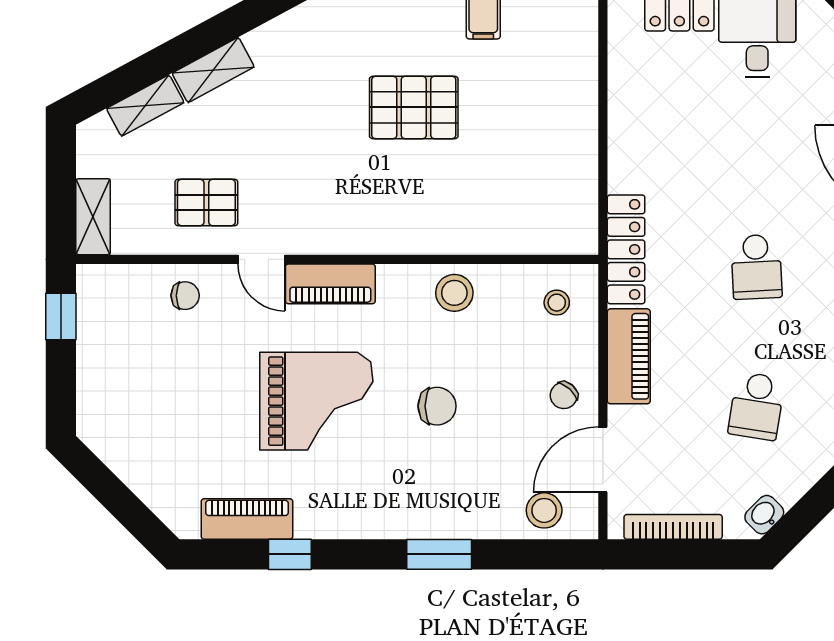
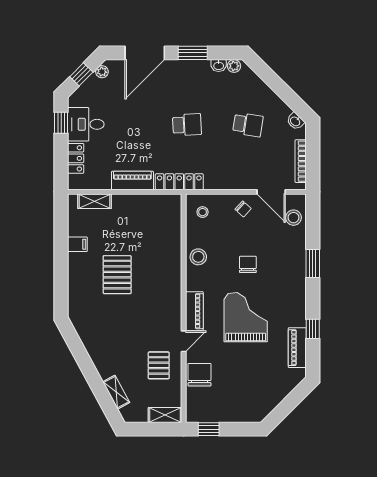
shelving: (213, 70) -> (95, 201), moved, turned -62
chair: (185, 296) -> (199, 375), width x1.87, depth x1.87
piano: (629, 356) -> (132, 181), moved

